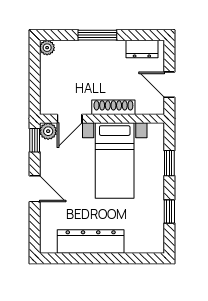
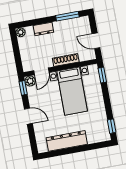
window: (97, 35) -> (67, 16), moved
dresser: (142, 49) -> (43, 29), moved
window: (169, 163) -> (102, 75), moved
window: (169, 211) -> (112, 126), moved

